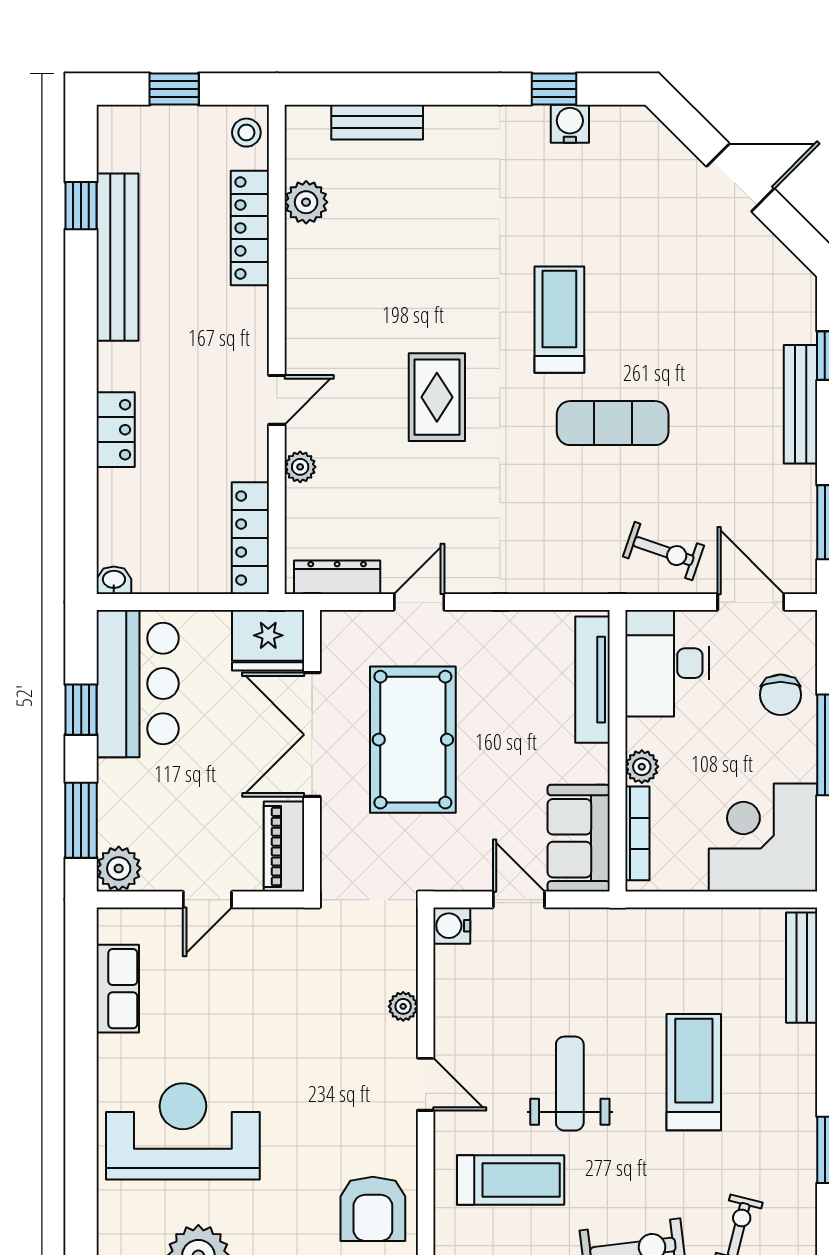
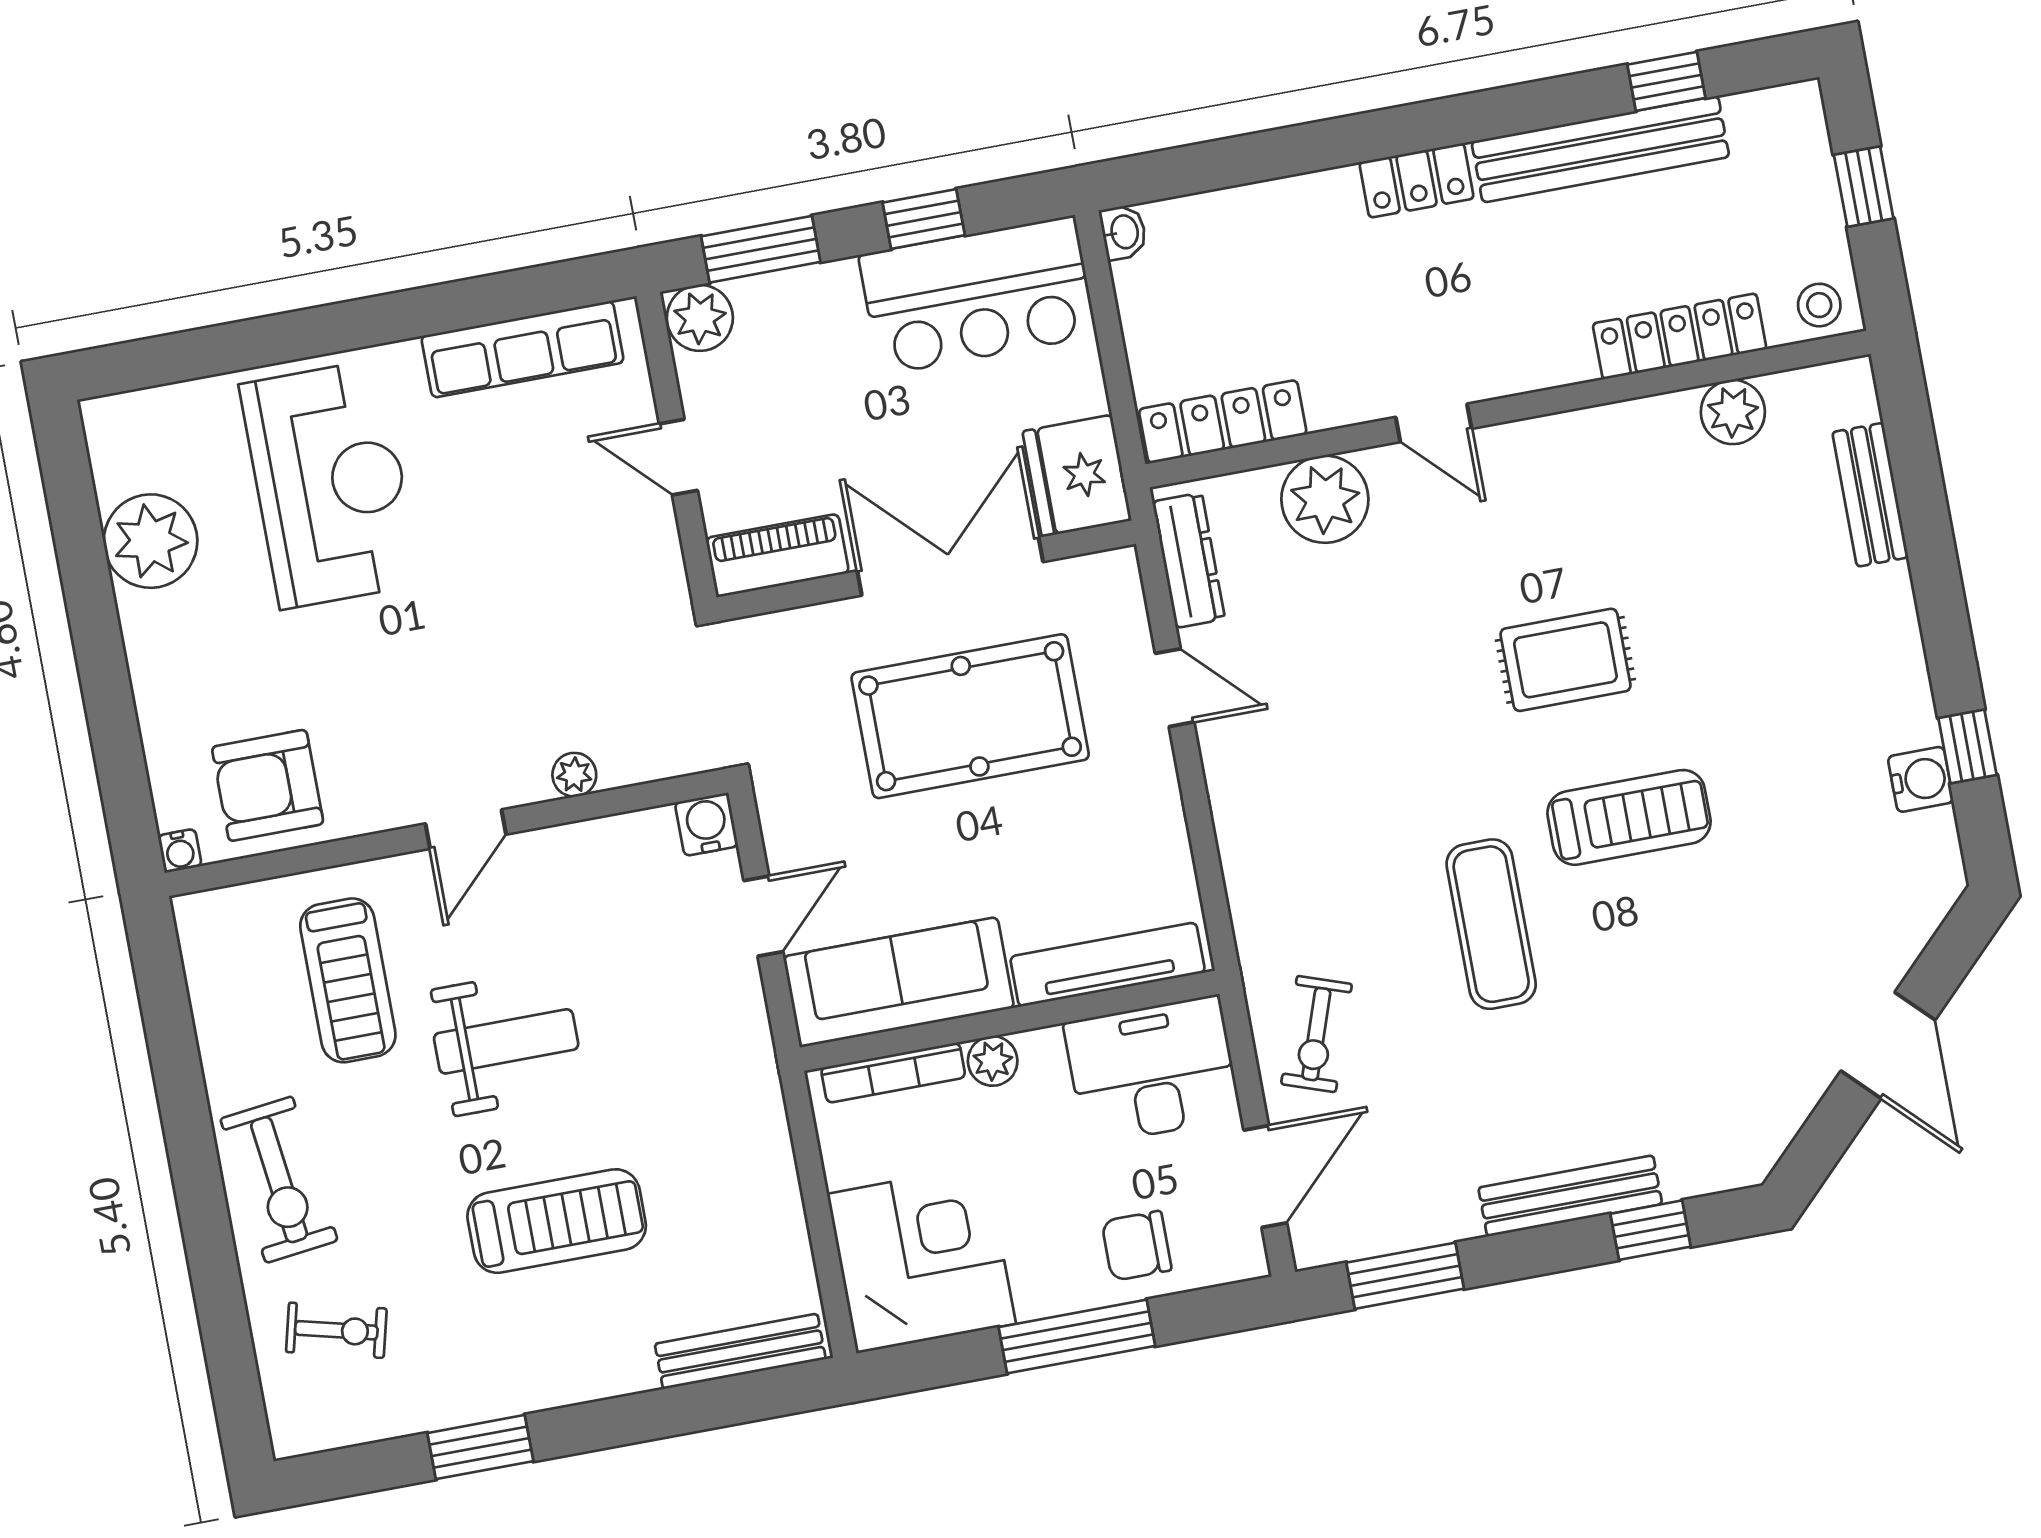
rug: (437, 397) -> (1565, 660), moved
locker: (116, 430) -> (1416, 180), moved
plant: (300, 467) -> (1325, 499), width x1.88, depth x1.88
sofa: (579, 838) -> (899, 982), width x1.36
row of seats: (118, 989) -> (522, 349), width x1.48

